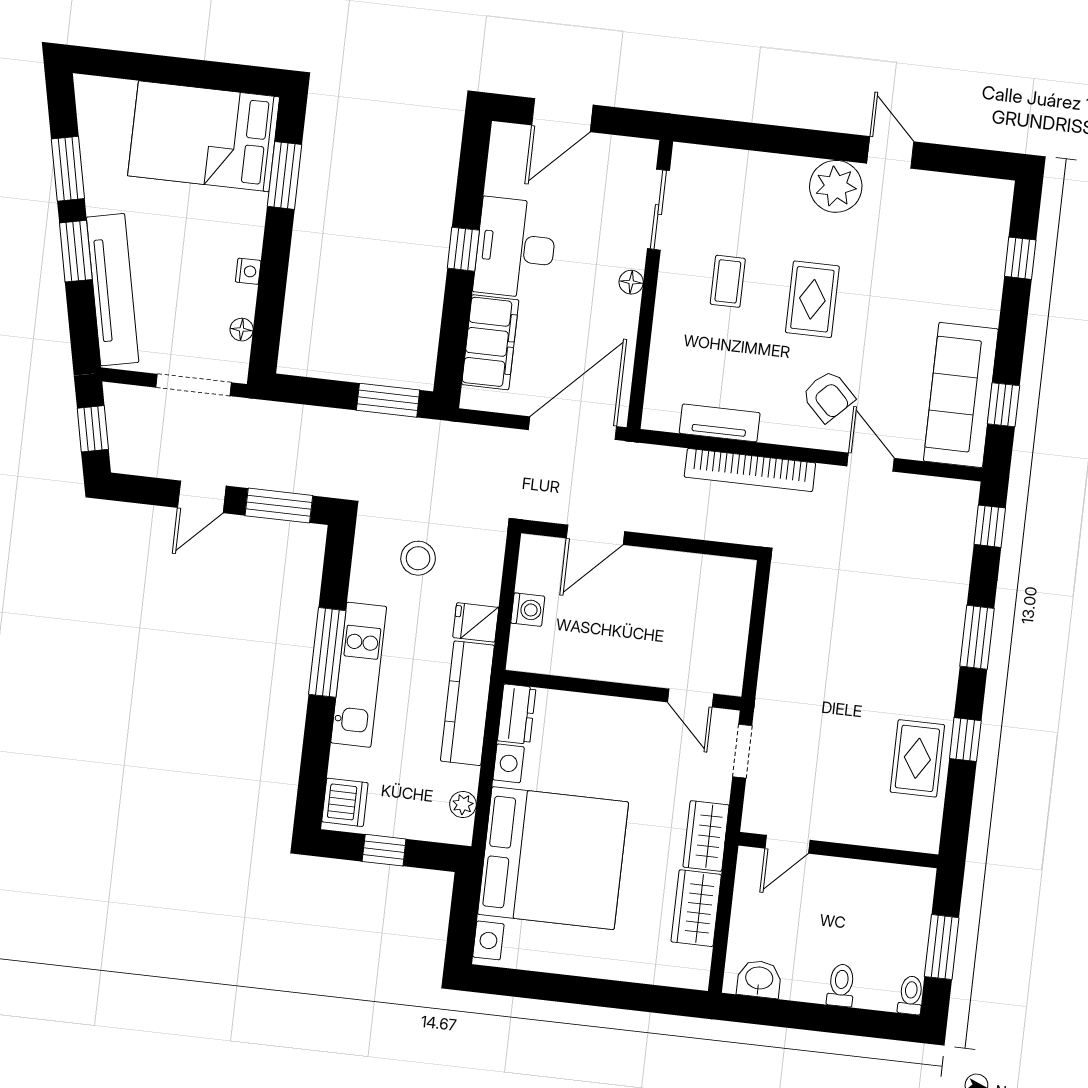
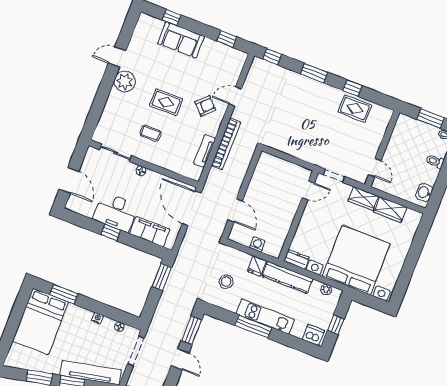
sofa: (961, 395) -> (181, 40), moved, width x0.73

